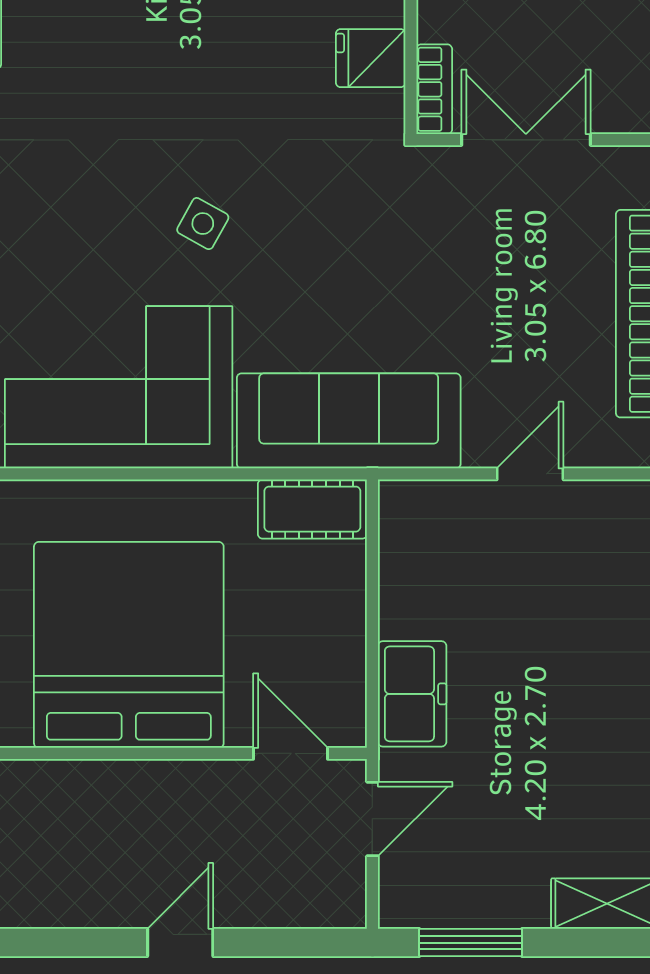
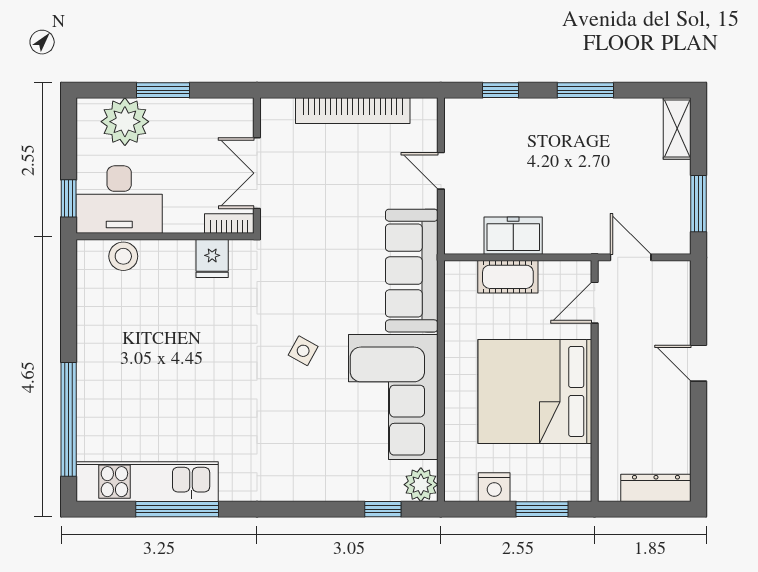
cot: (312, 509) -> (508, 277), moved, turned 90
freezer: (412, 694) -> (513, 236), moved

